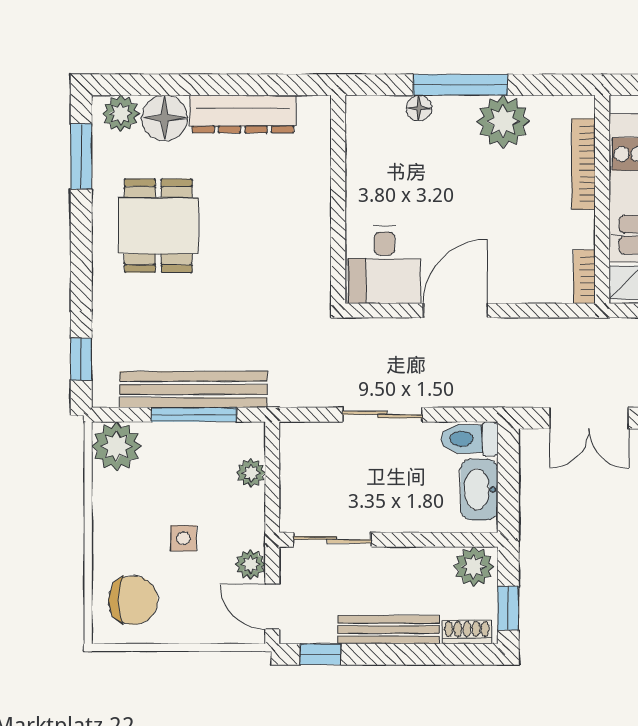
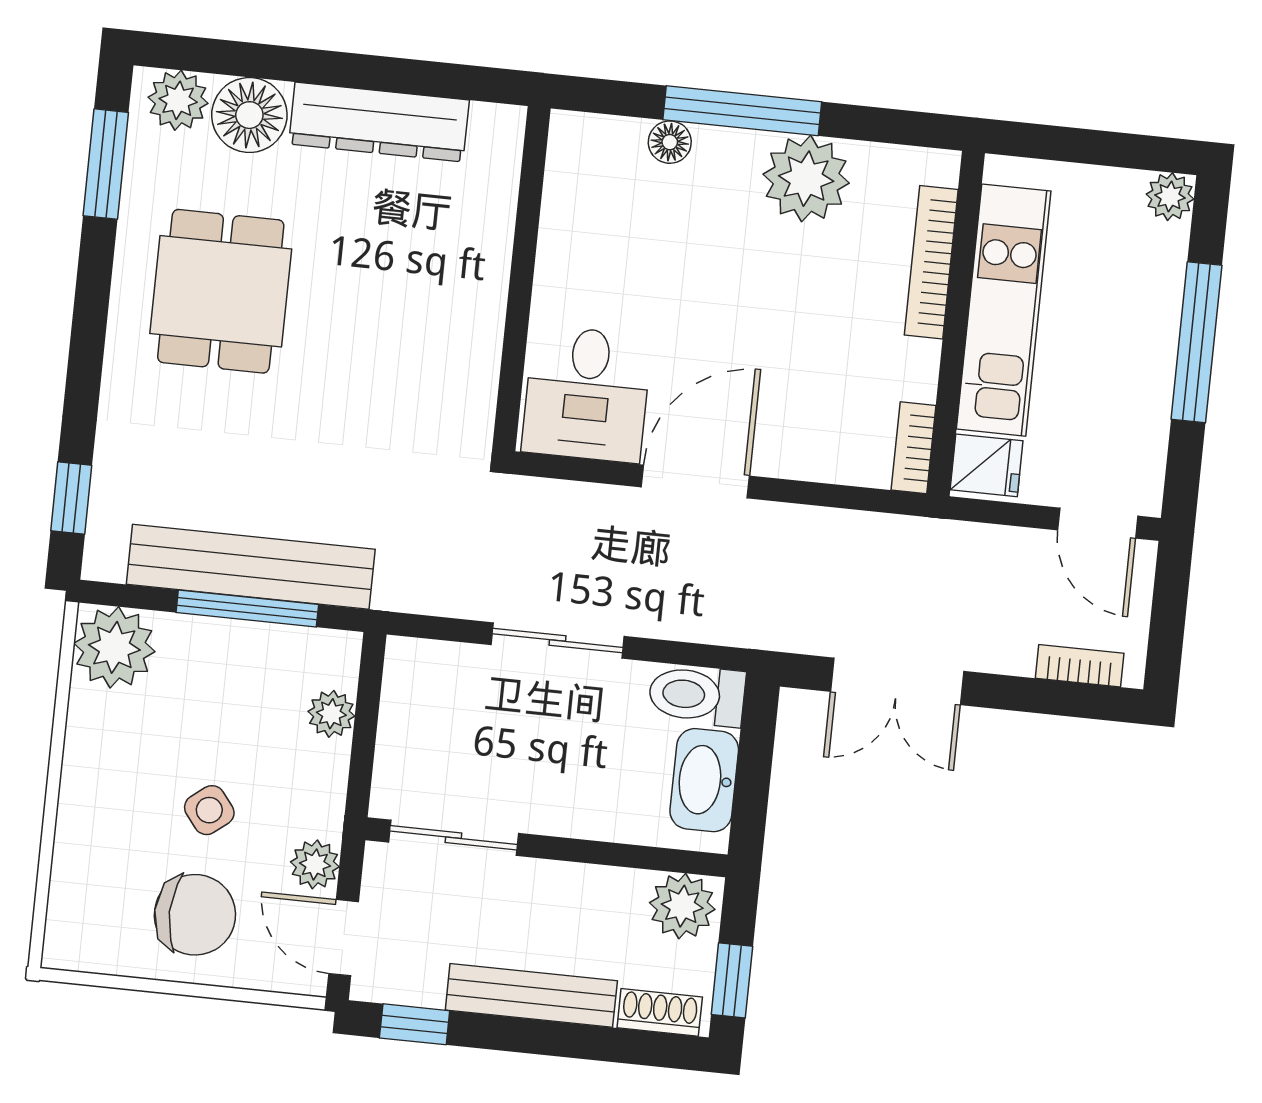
side table: (184, 538) -> (209, 810), turned -38
chair: (133, 600) -> (195, 915), moved

